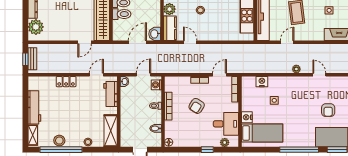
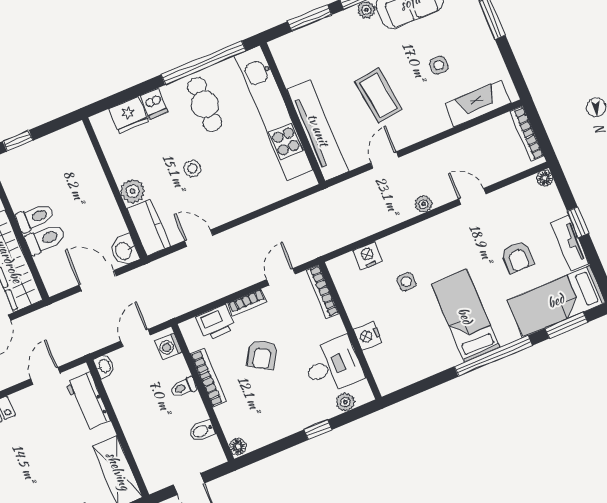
door: (137, 42) -> (98, 281), hinge flipped
printer: (182, 83) -> (216, 322), added
bed: (262, 133) -> (465, 316), moved, turned -90

